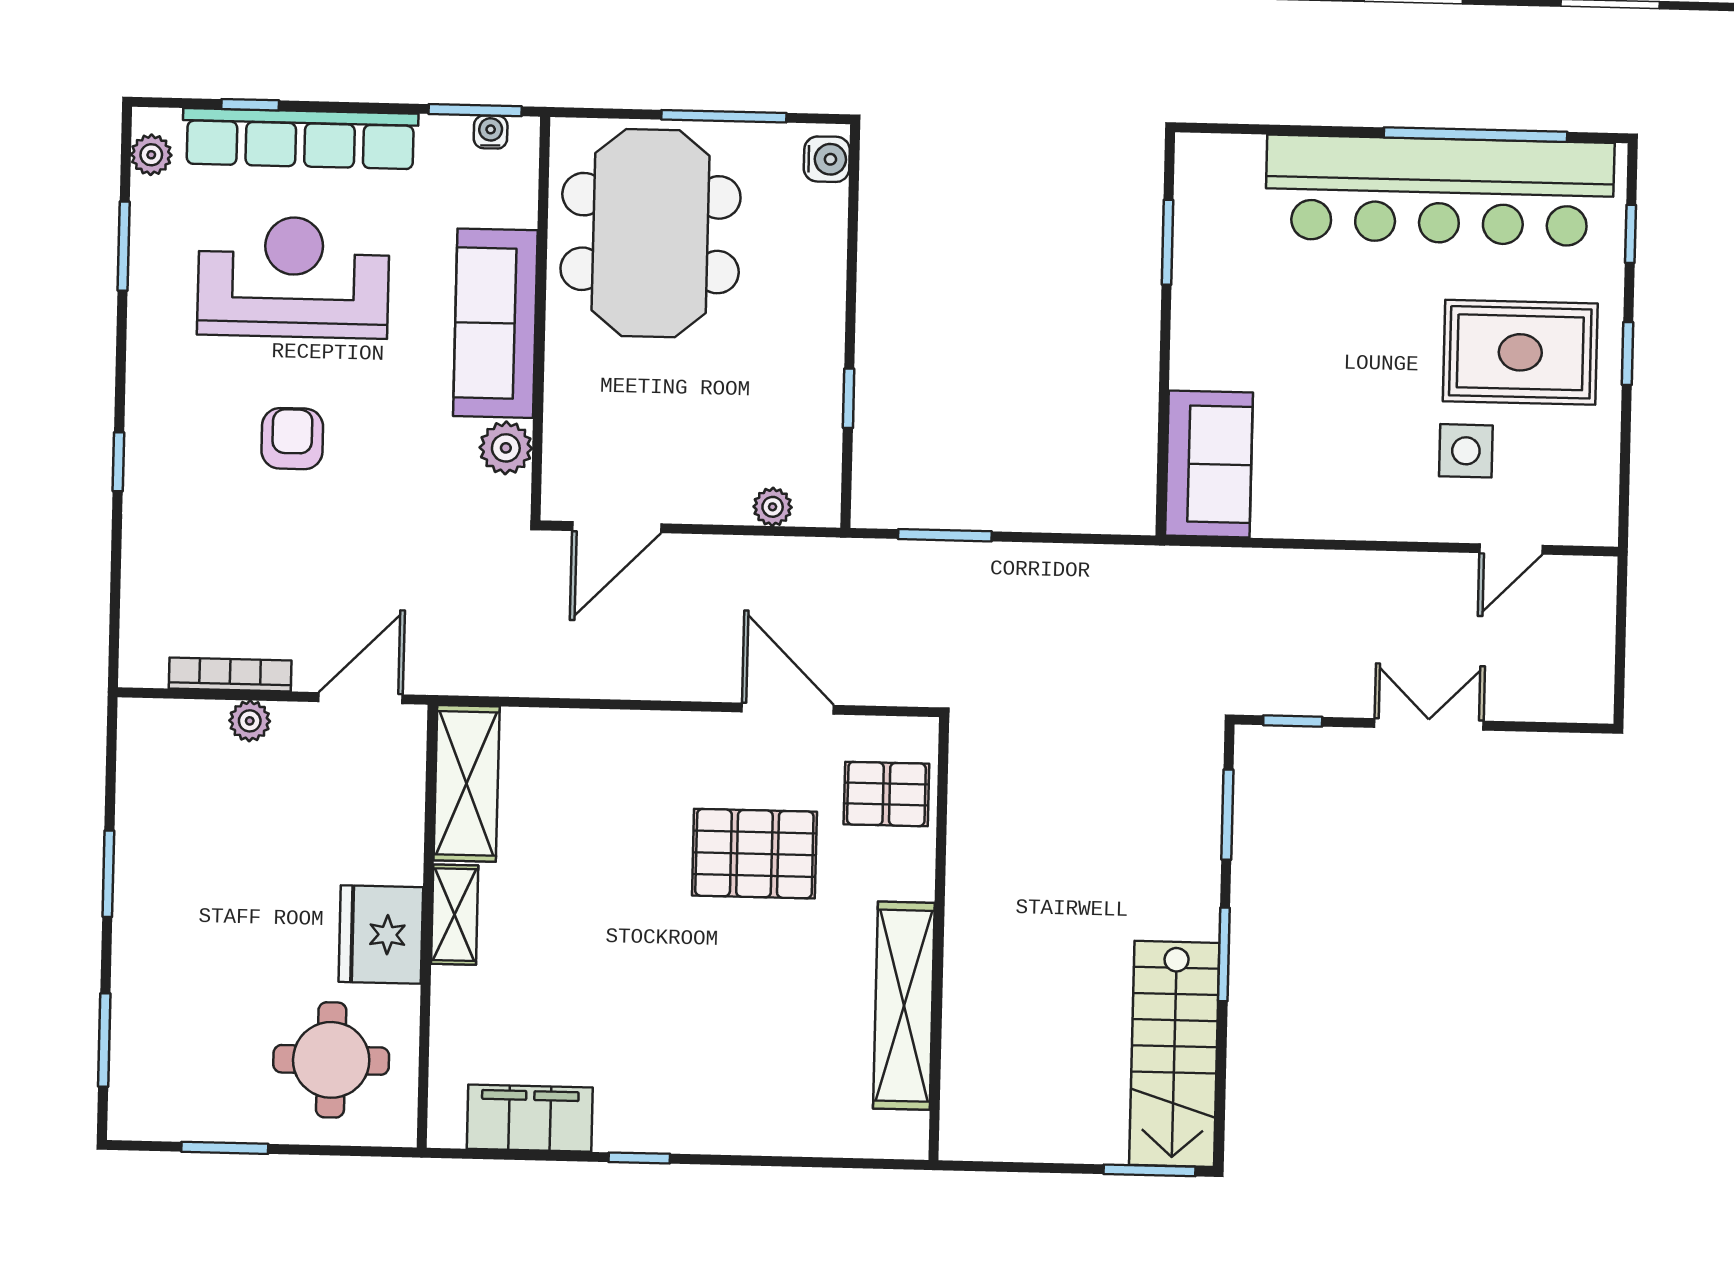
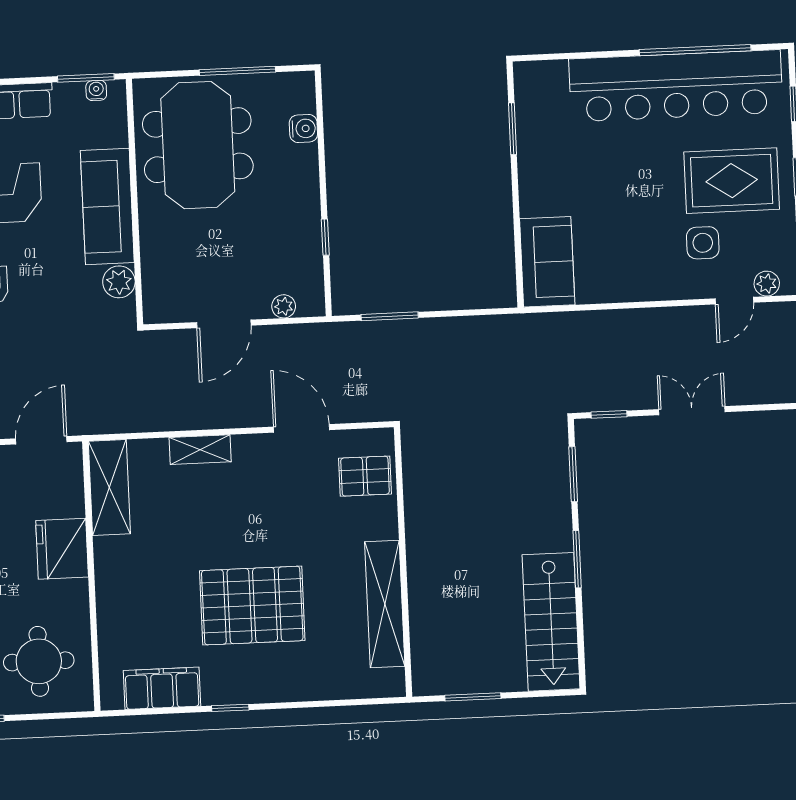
water cooler: (827, 159) -> (303, 129), moved
plant: (1566, 525) -> (767, 284), added
door: (617, 527) -> (224, 324), moved
pallet: (754, 854) -> (252, 606), moved, width x1.37, depth x1.41
shelving: (455, 915) -> (200, 450), moved, turned 90
fridge: (381, 935) -> (62, 549), moved
window: (1149, 1170) -> (473, 697), moved

